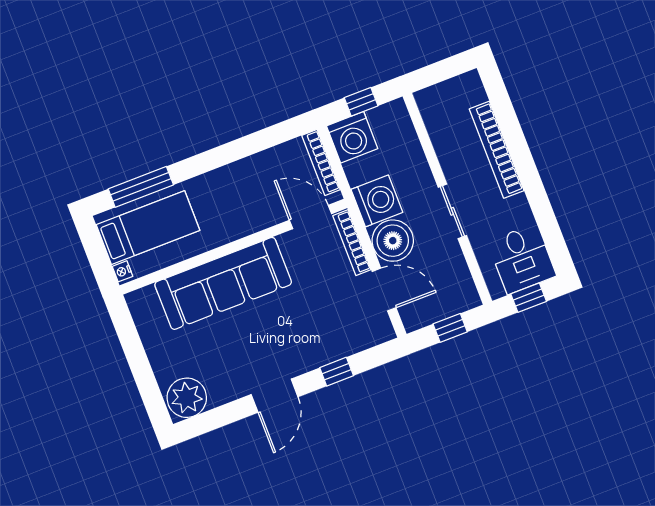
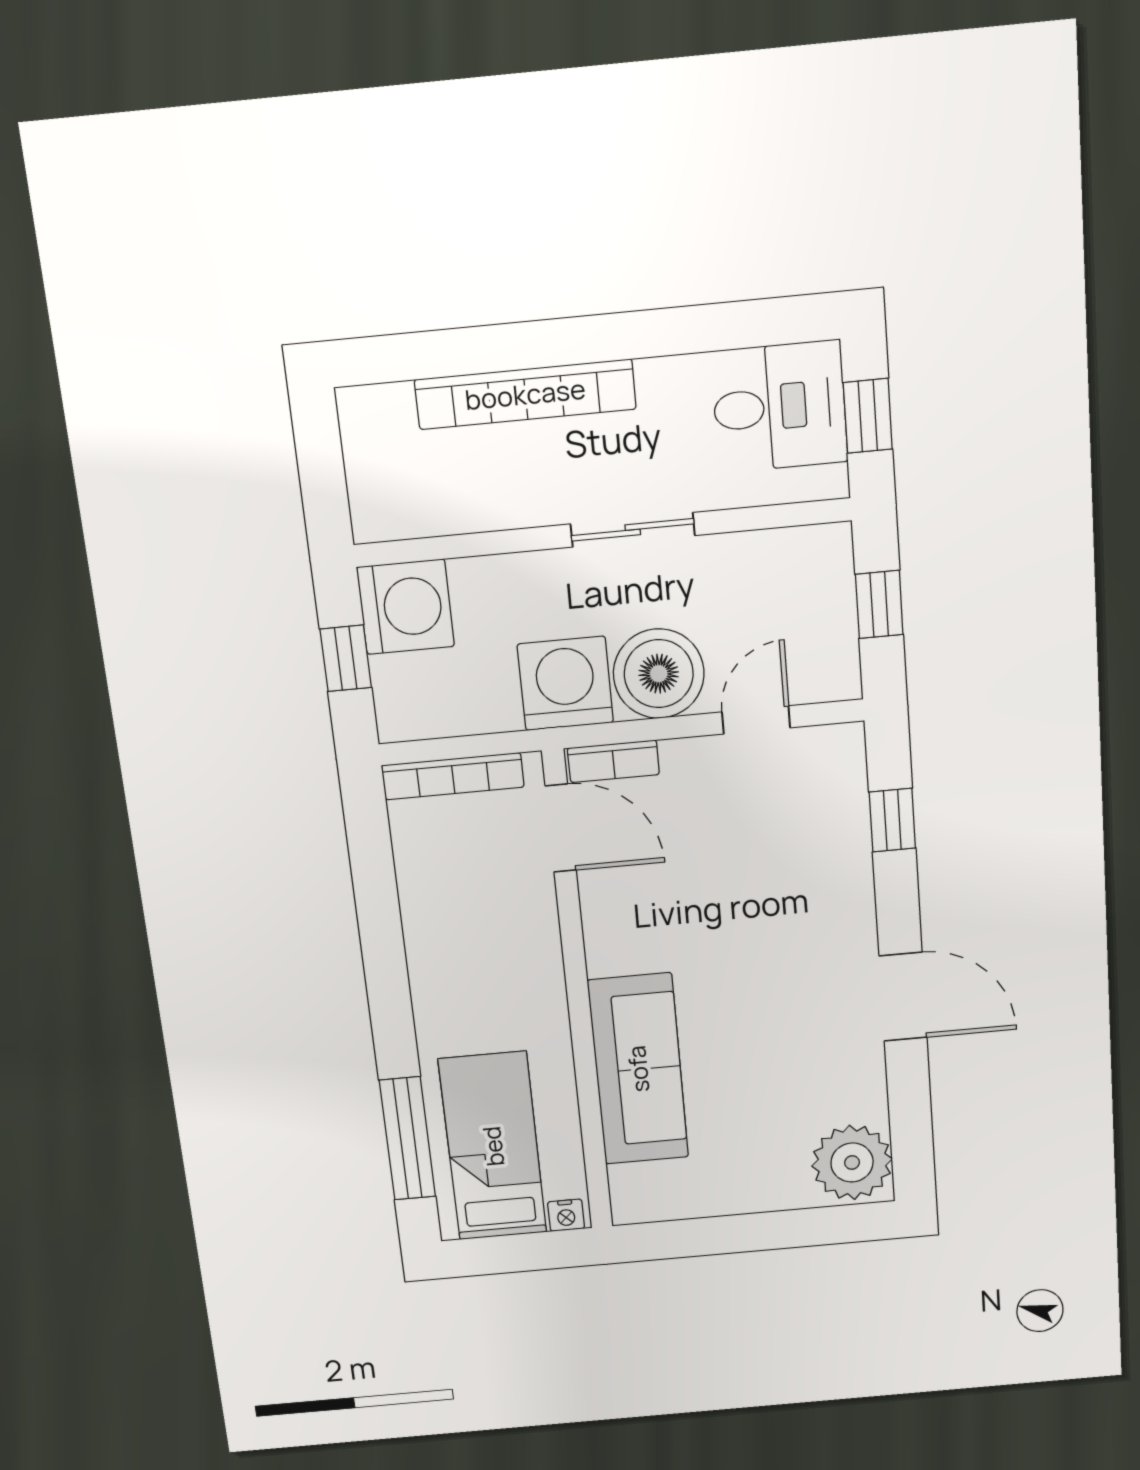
washing machine: (352, 137) -> (406, 607), moved
door: (310, 217) -> (561, 828), swing flipped
bookcase: (352, 243) -> (613, 761), width x0.64
sofa: (223, 283) -> (638, 1069), width x0.74, depth x0.79
door: (384, 290) -> (756, 720), width x0.73
window: (337, 372) -> (892, 820), moved

